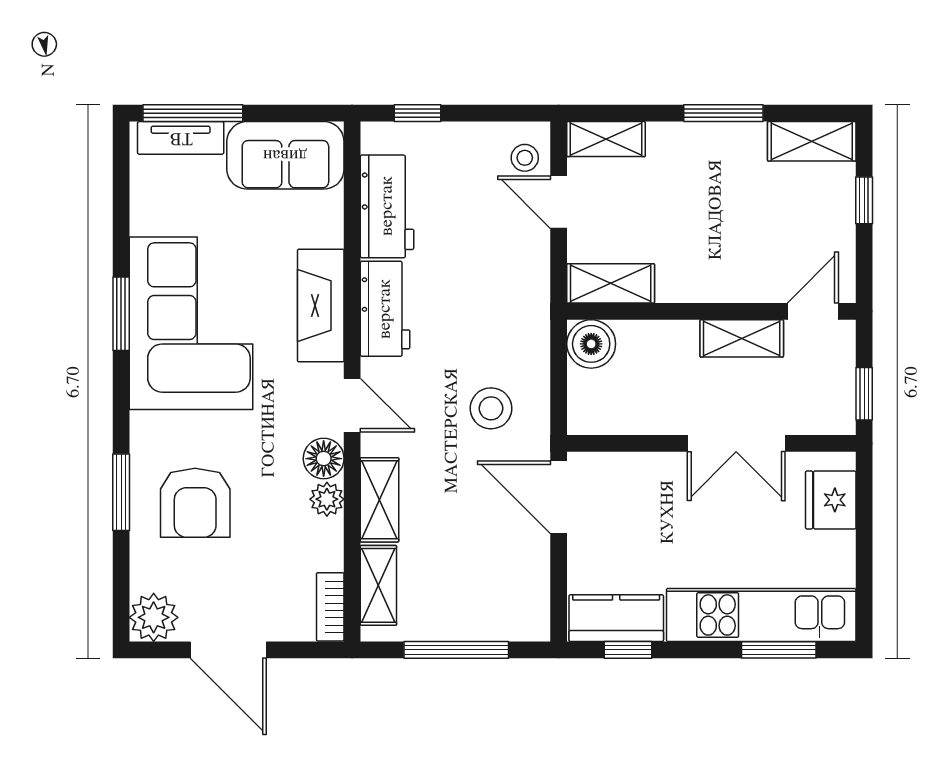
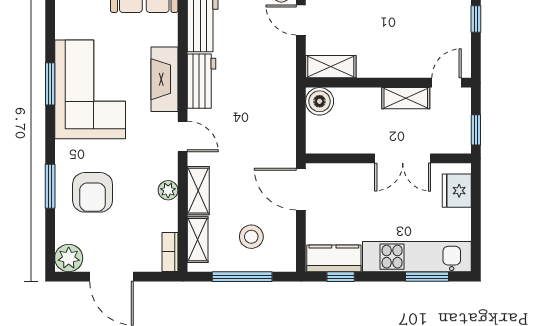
stool: (491, 408) -> (251, 237), moved
floor lamp: (324, 459) -> (166, 167), removed

